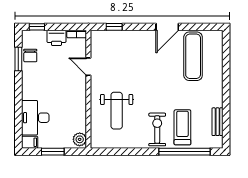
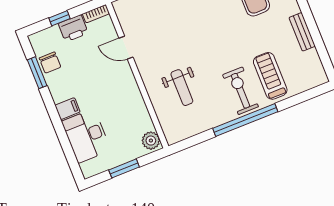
window: (37, 27) -> (60, 18), moved
weight bench: (117, 111) -> (182, 88), width x0.73, depth x0.75
bench: (218, 122) -> (302, 32), moved
filing cabinet: (30, 142) -> (67, 109), moved
window: (185, 152) -> (245, 120), moved

